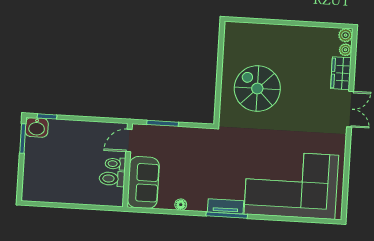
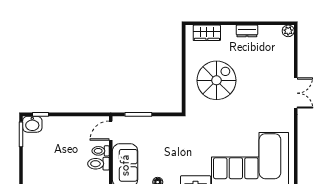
dresser: (297, 32) -> (247, 31), added
plant: (345, 50) -> (289, 43), removed
wardrobe: (341, 73) -> (207, 33), moved, turned -90
spiral stairs: (257, 89) -> (216, 80), turned 90

